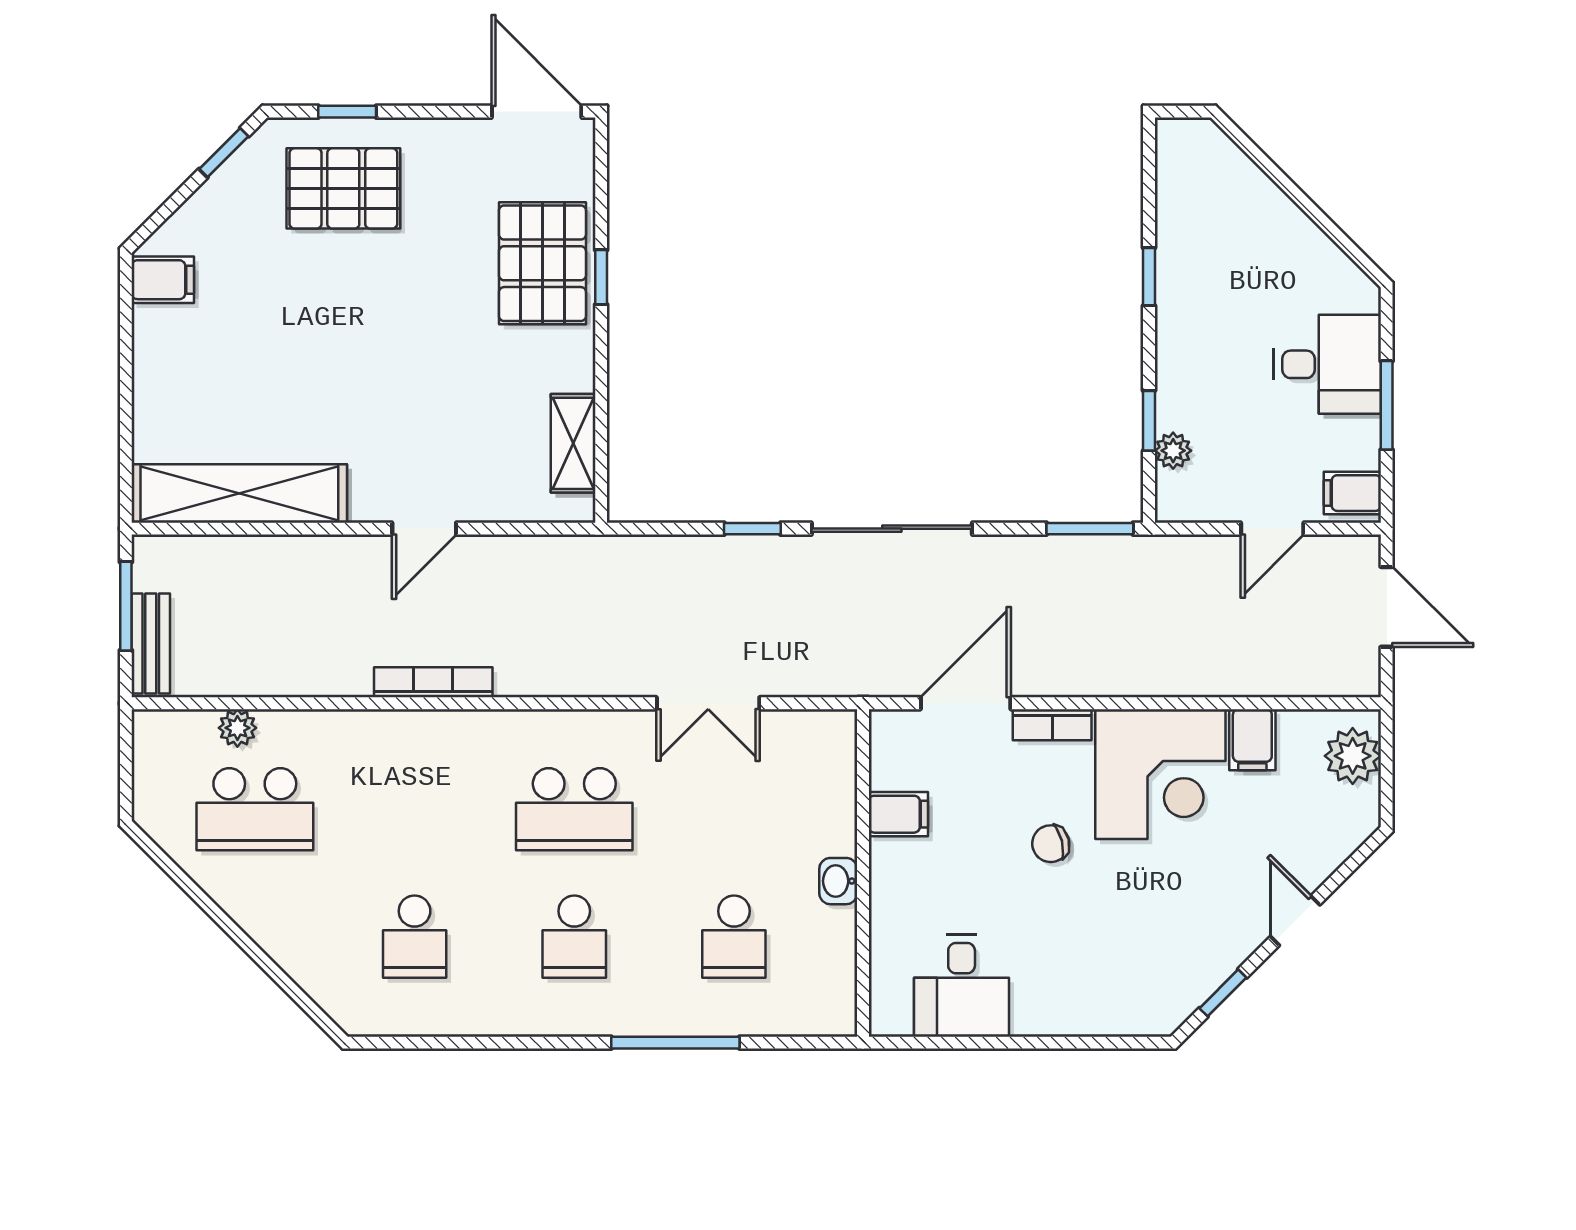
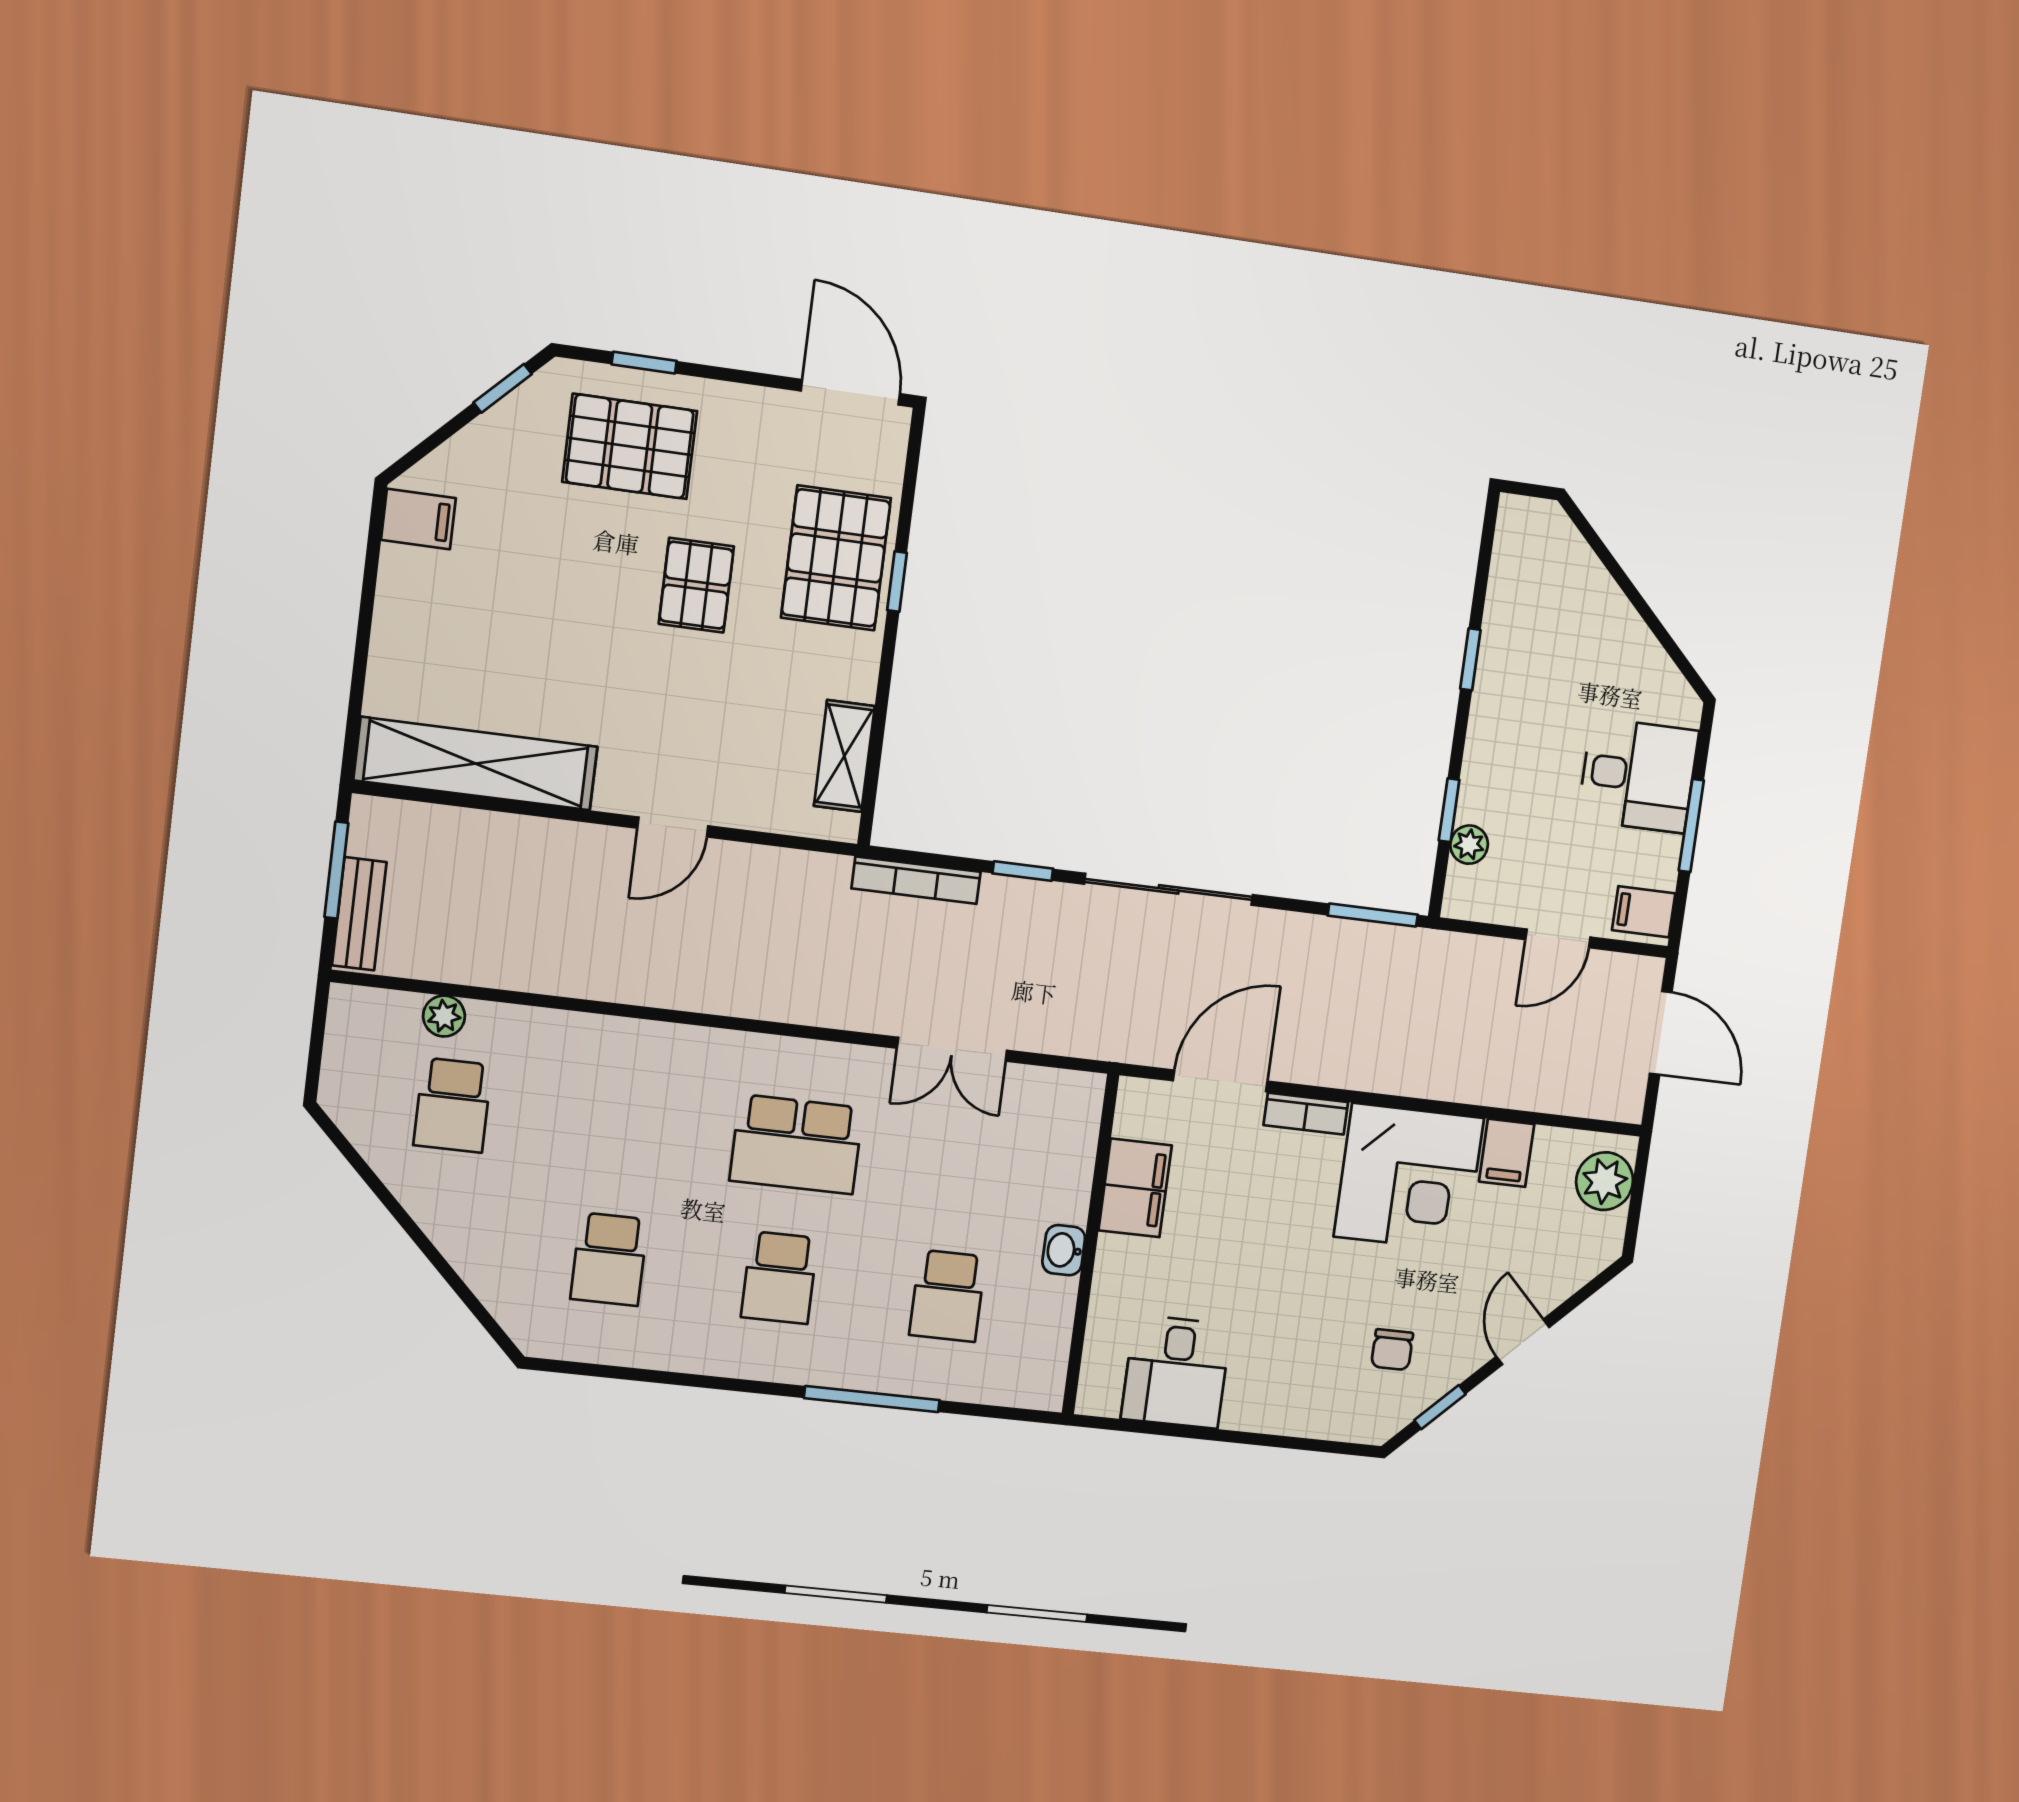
pallet: (419, 305) -> (696, 585), added
bookcase: (433, 682) -> (916, 880), moved, turned 180
school desk: (255, 809) -> (453, 1105), width x0.54
filing cabinet: (898, 814) -> (1135, 1188), width x2.00
chair: (1051, 844) -> (1392, 1350), moved, turned -76

